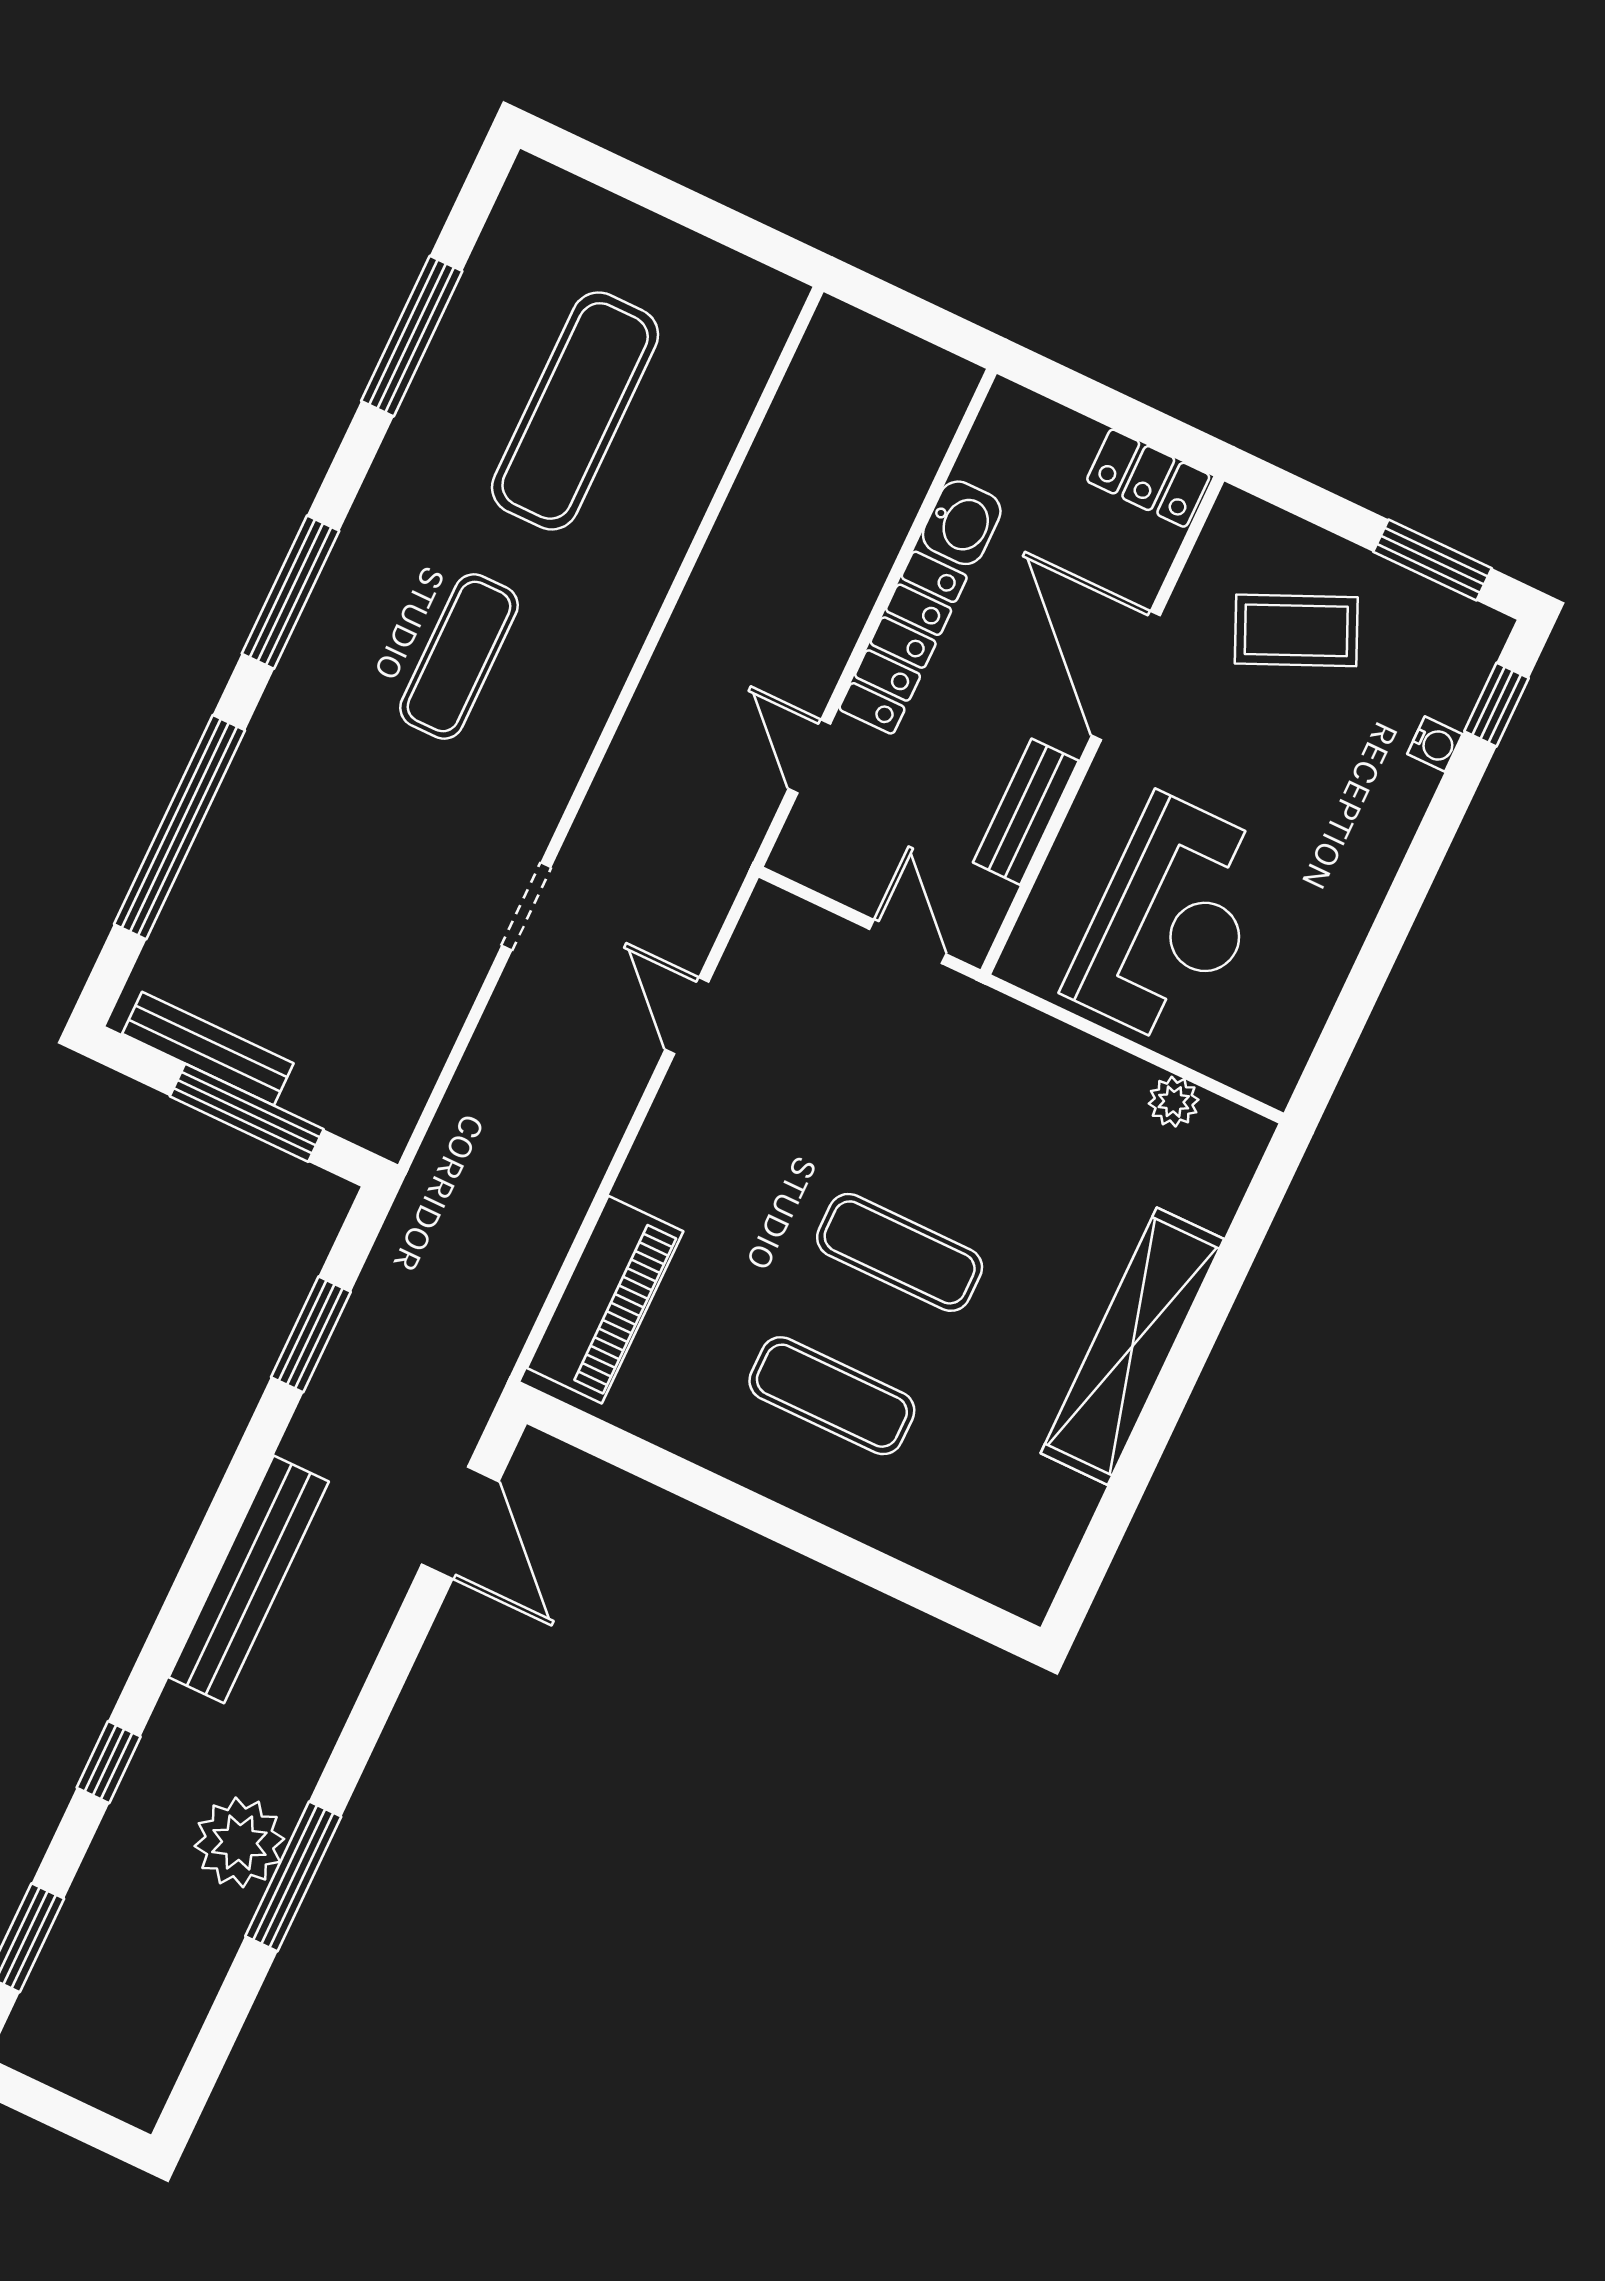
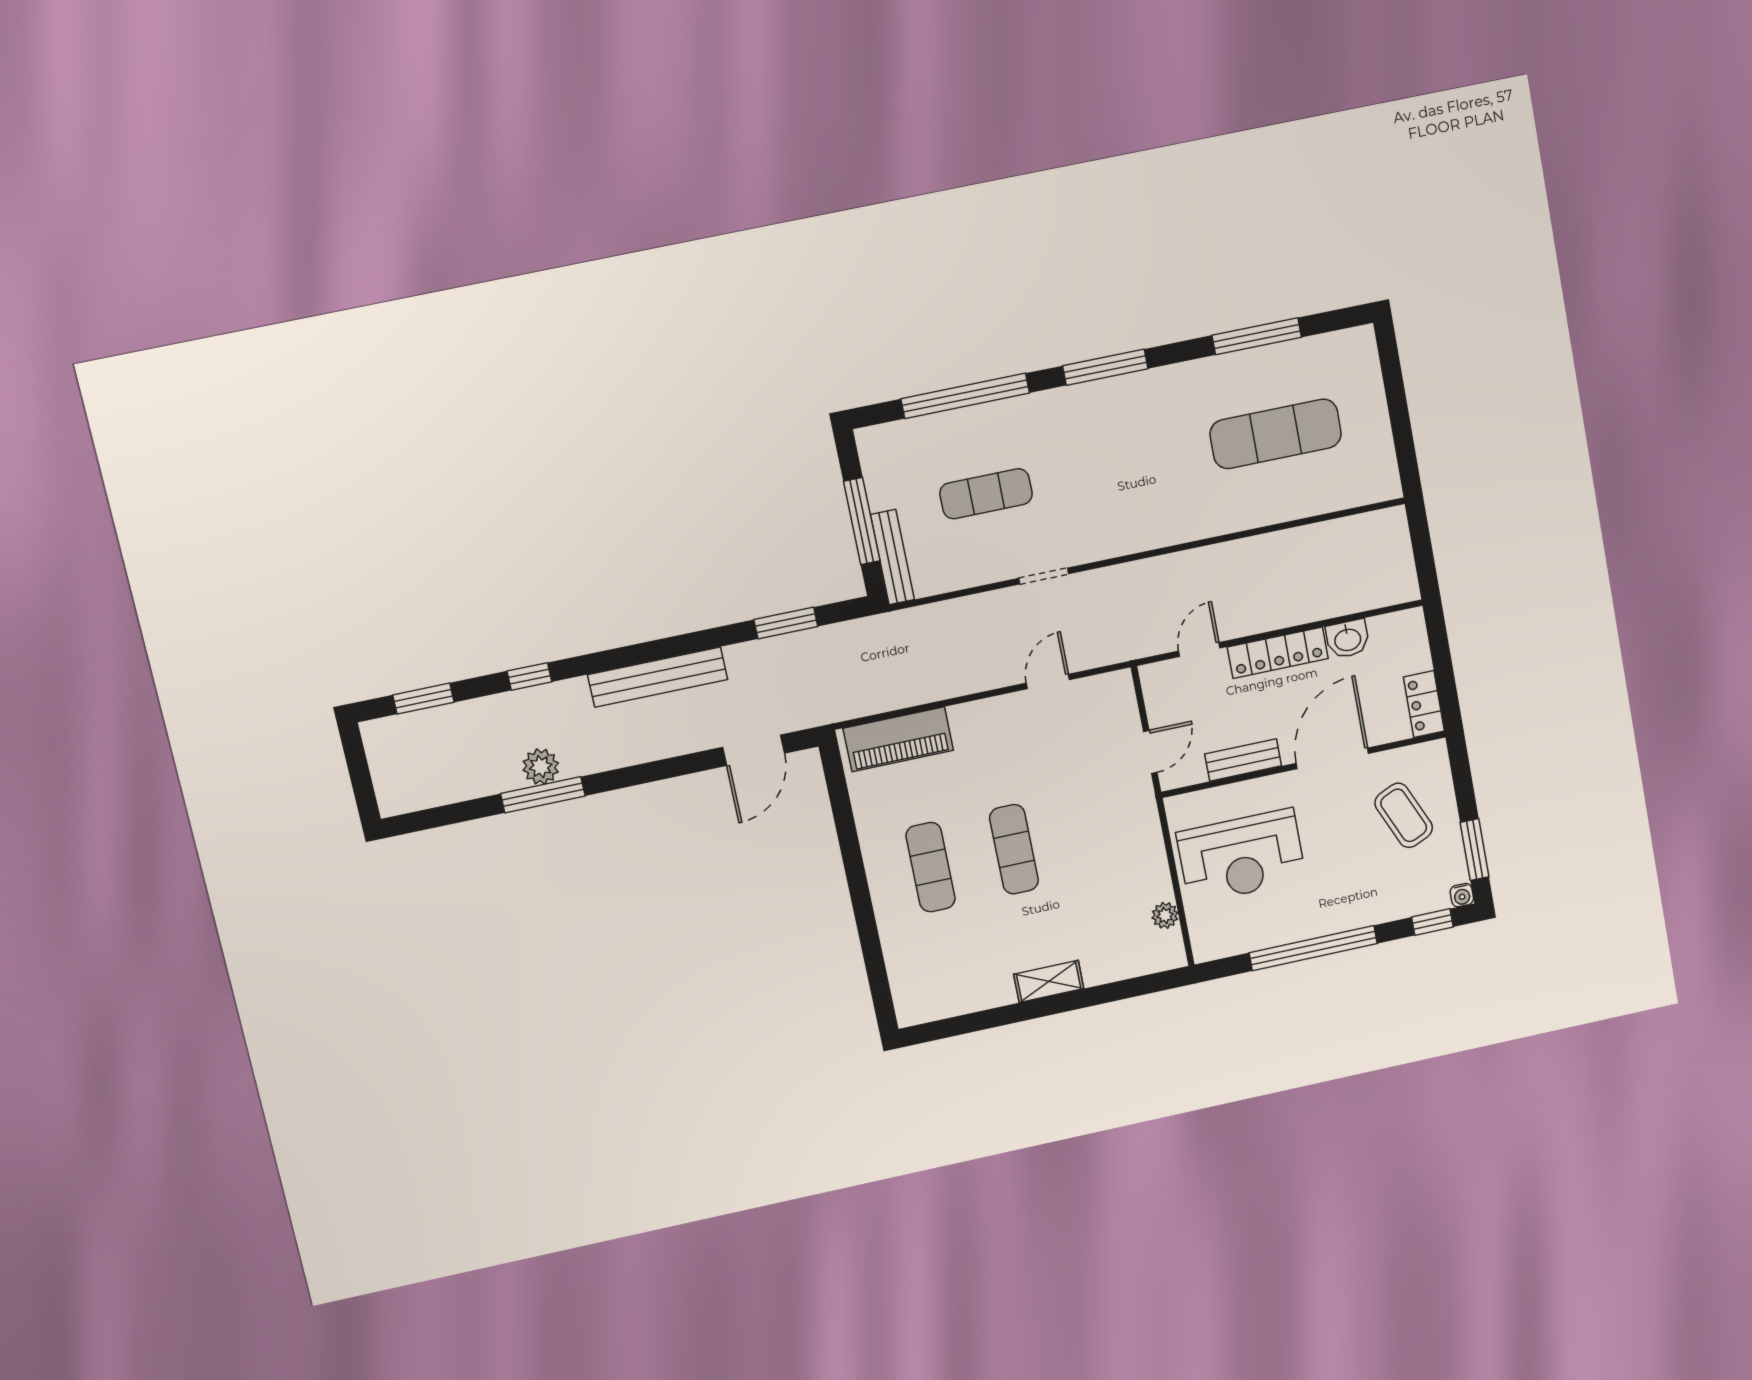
exercise mat: (459, 657) -> (986, 494), moved
water cooler: (1435, 744) -> (1462, 895), moved
window: (1397, 915) -> (1313, 948), added
bench: (208, 1049) -> (892, 557), moved
shelving: (1132, 1346) -> (1049, 981), width x0.45, depth x0.75
plant: (239, 1842) -> (541, 767), width x0.73, depth x0.73

